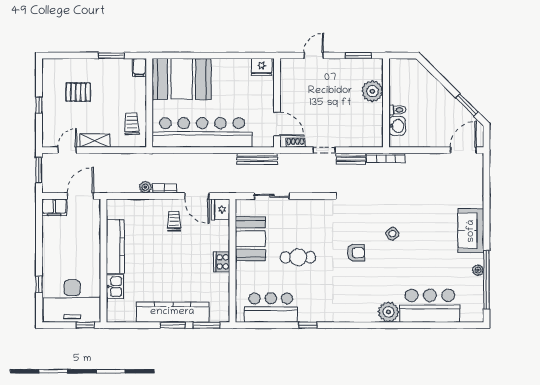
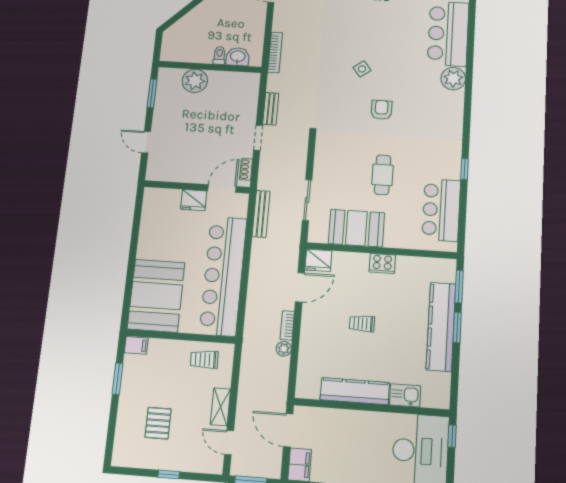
fridge: (262, 67) -> (194, 200), moved, turned 90
bookcase: (386, 158) -> (275, 52), moved
trolley: (174, 221) -> (362, 324), moved

